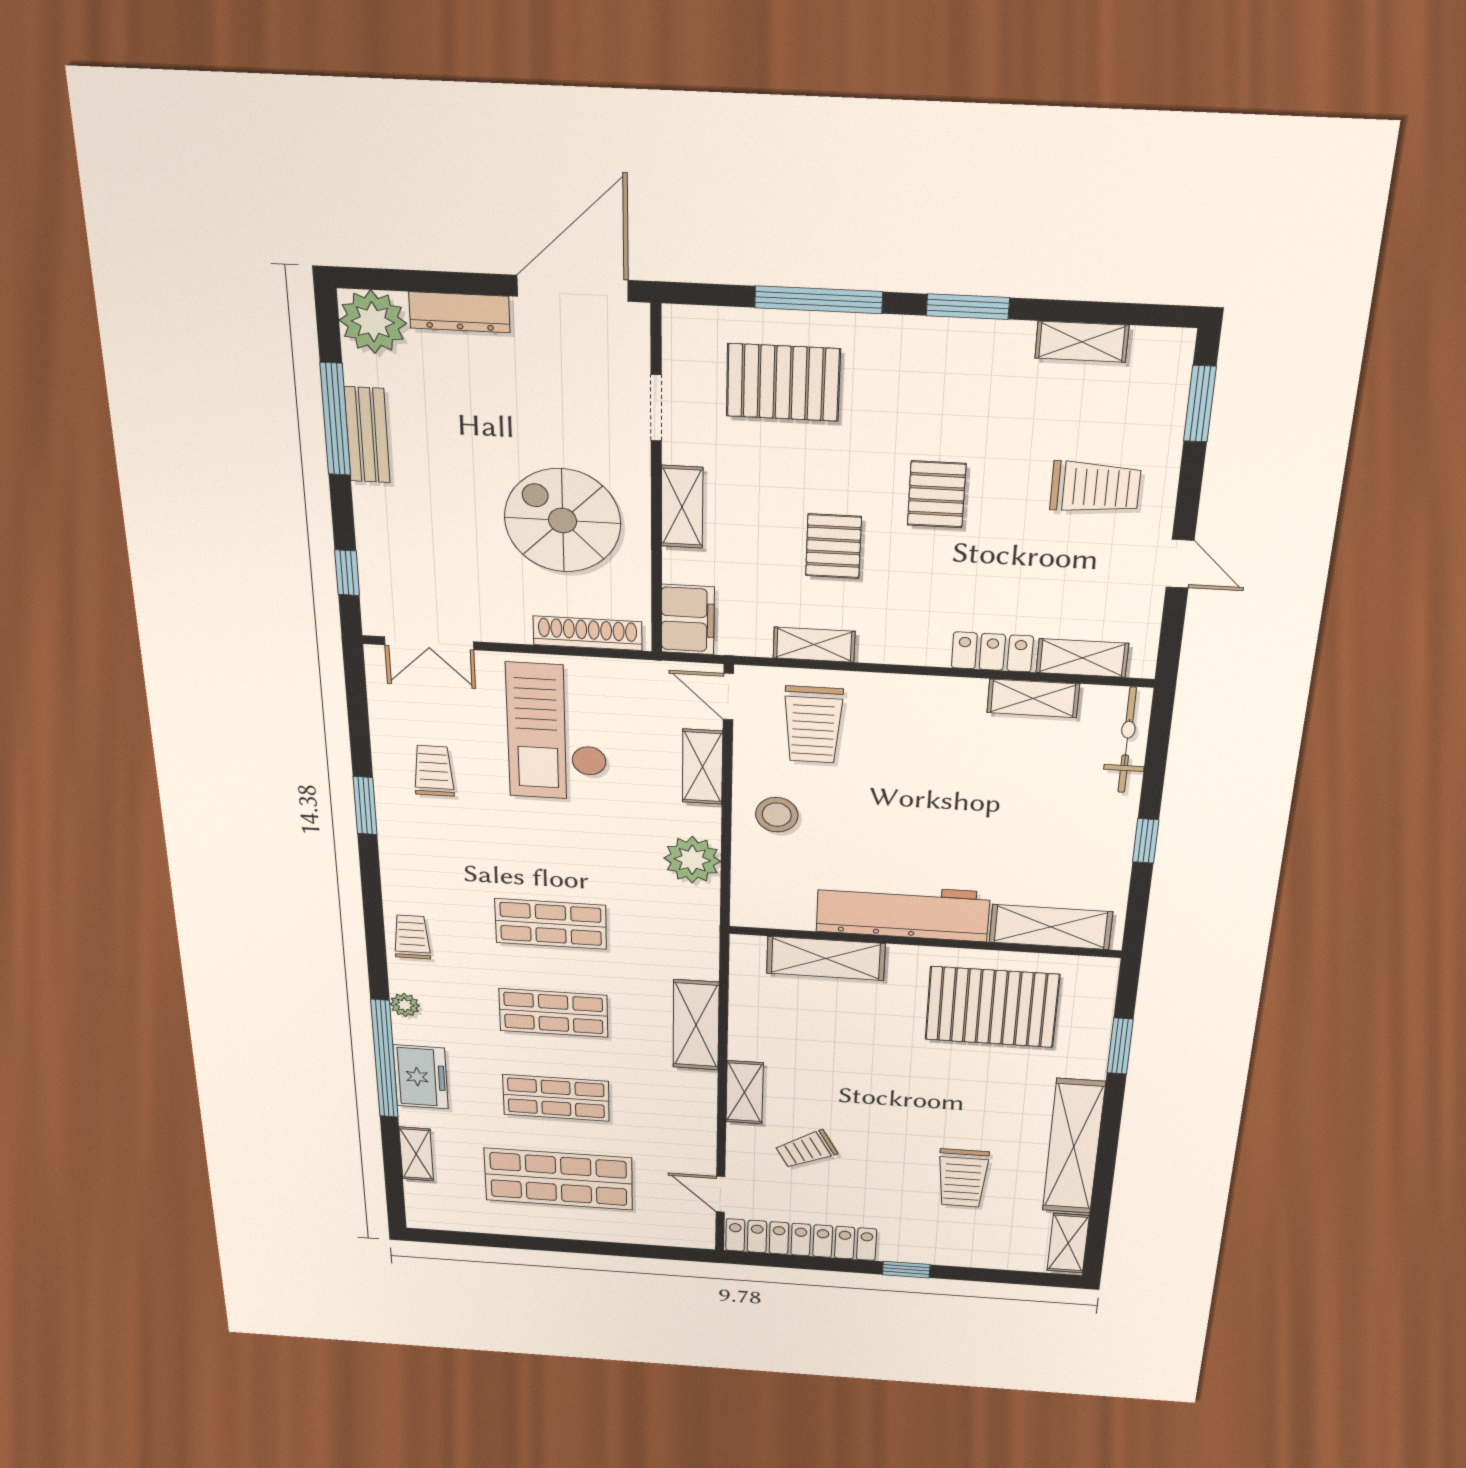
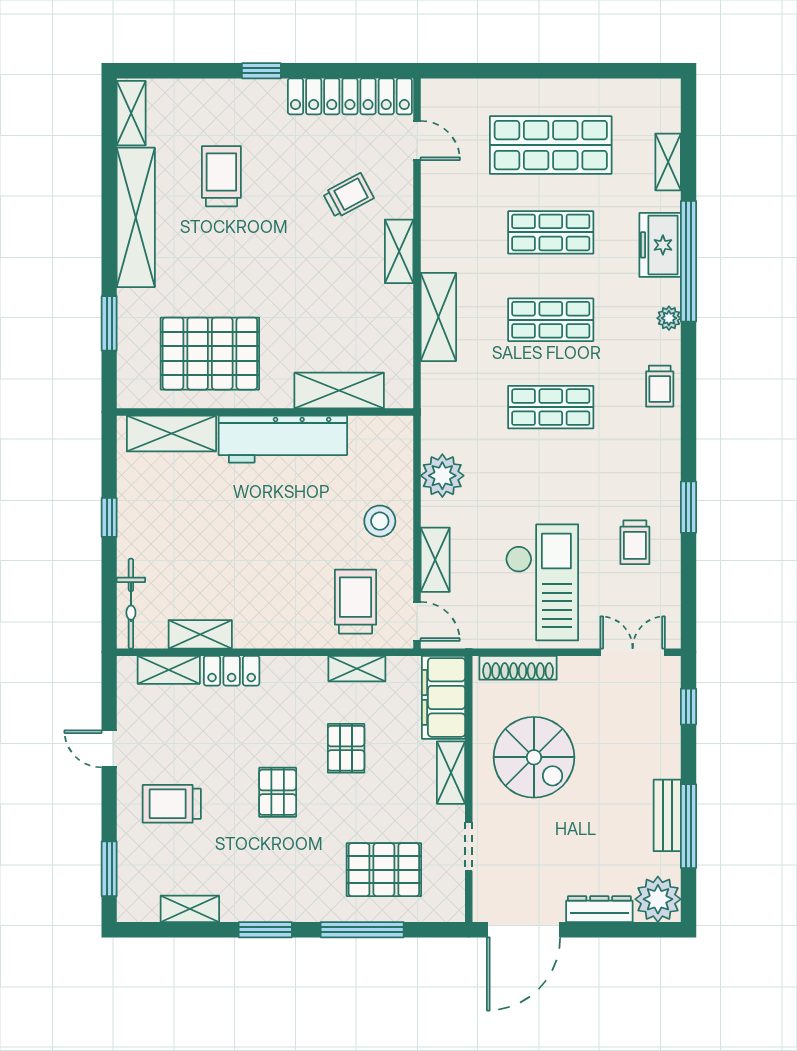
filing cabinet: (688, 619) -> (443, 697), width x1.50, depth x1.17

